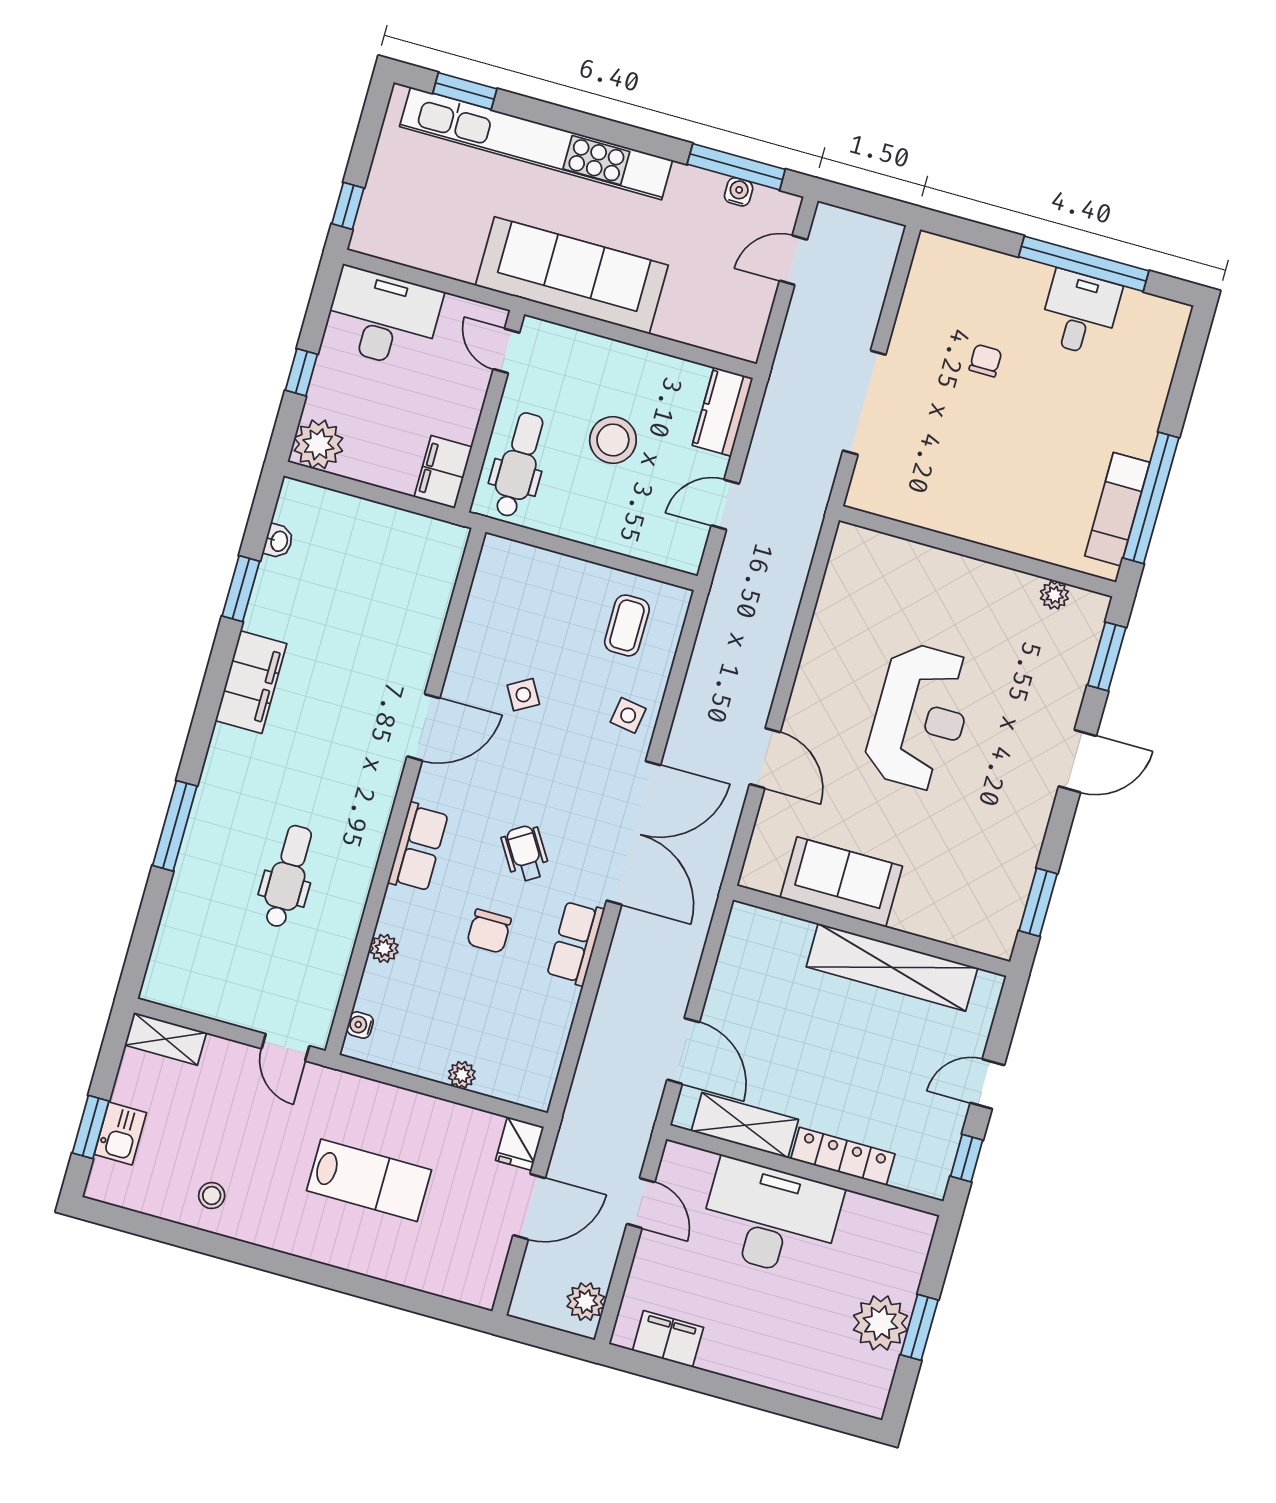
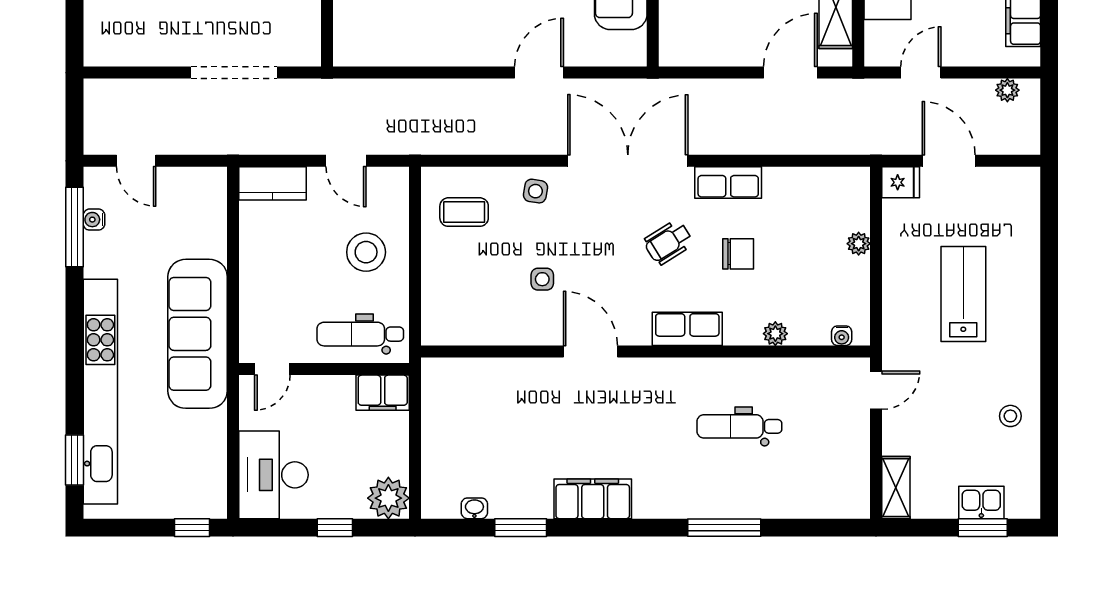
stool: (613, 440) -> (366, 252), moved
side table: (523, 695) -> (542, 279), turned 30
plant: (586, 1302) -> (1007, 90), width x0.73, depth x0.73

